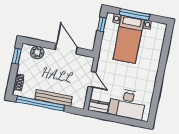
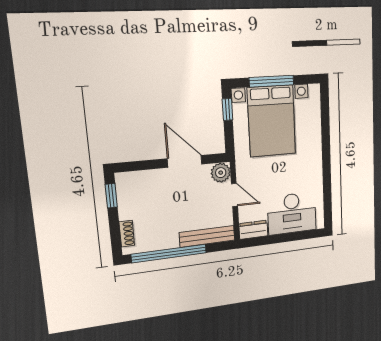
bed with nightstands: (128, 39) -> (272, 121), width x1.36
plant: (37, 53) -> (221, 173), moved
bench: (54, 98) -> (207, 236), moved

